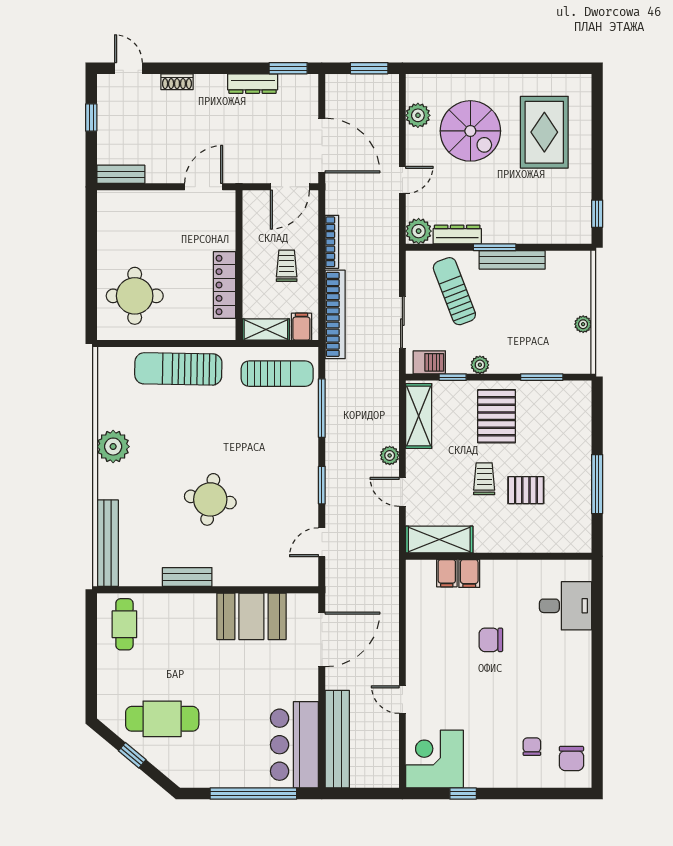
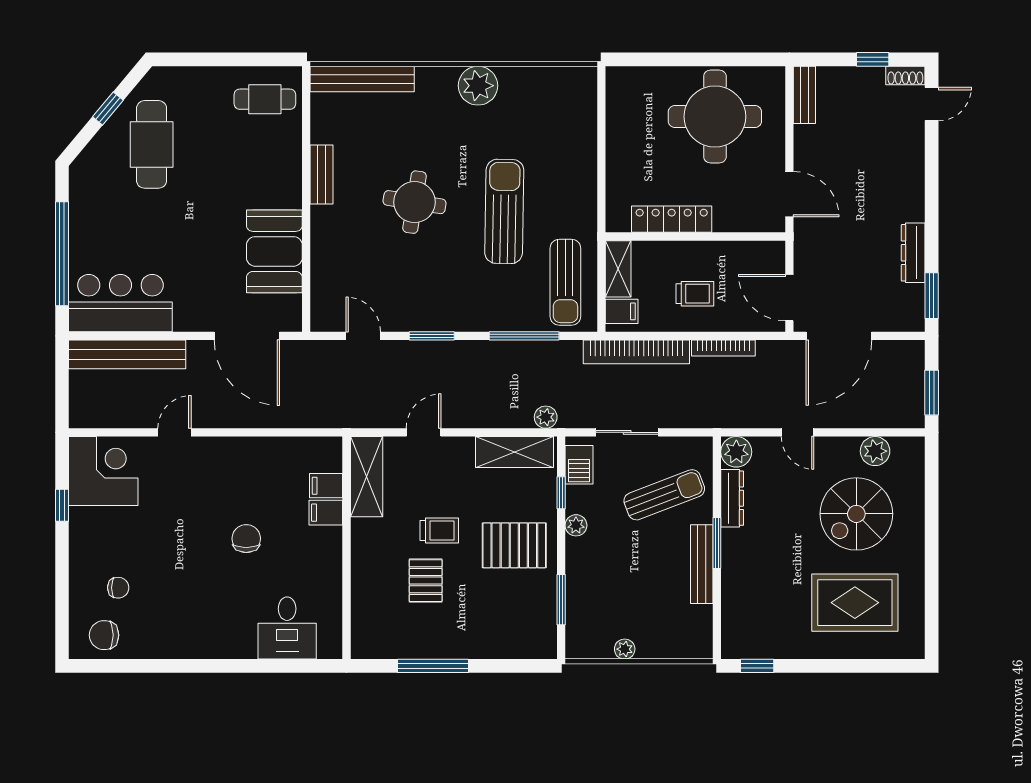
shoe rack: (177, 82) -> (905, 76), moved, turned -90
round table: (135, 296) -> (715, 117), moved, width x1.36, depth x1.36
sun lounger: (178, 369) -> (504, 211), moved
plant: (390, 455) -> (546, 417), moved

